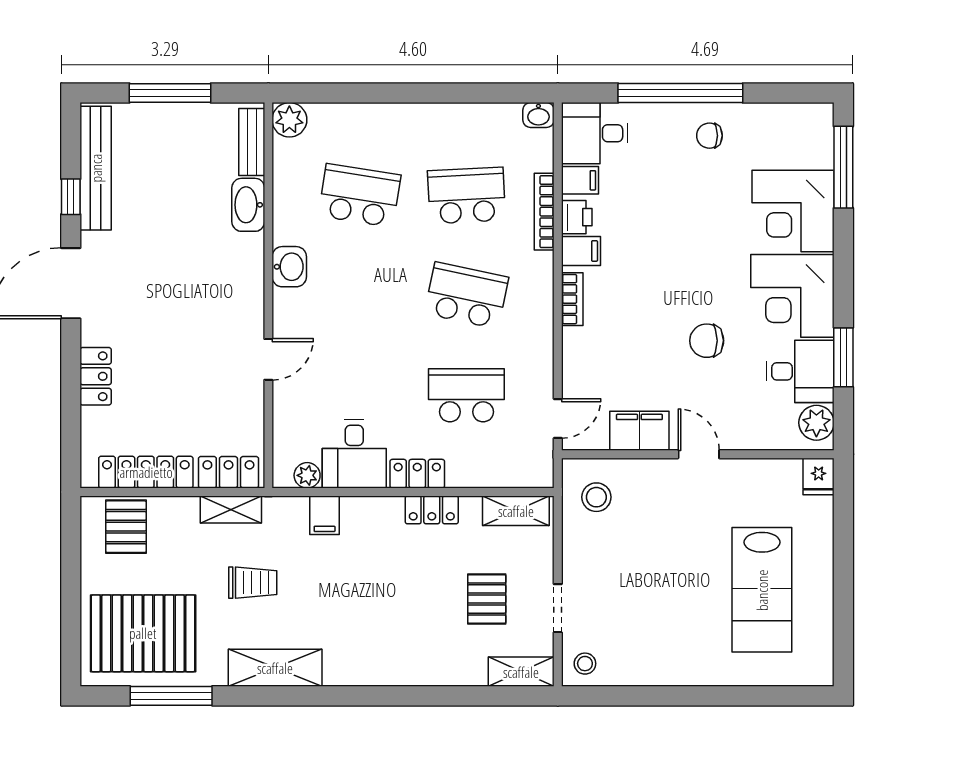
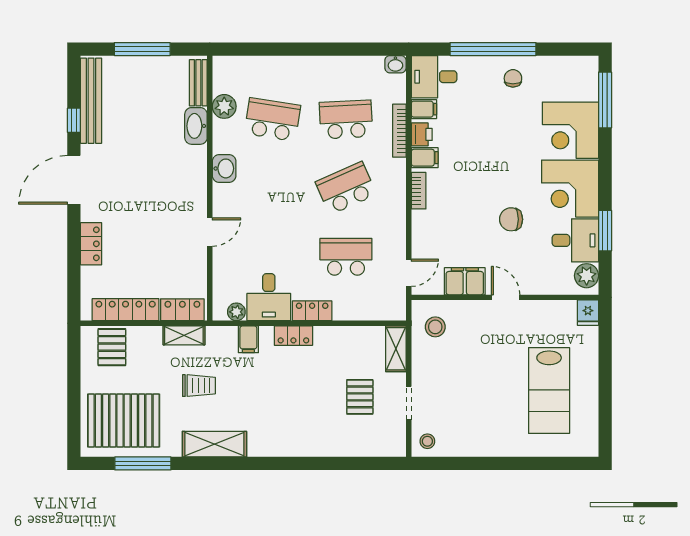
plant: (289, 120) -> (224, 106), moved
chair: (709, 136) -> (513, 78), turned 90
school desk: (466, 295) -> (346, 188), turned -36
locker: (432, 510) -> (293, 336), moved
shelving: (516, 511) -> (396, 349), moved, turned 90
shelving: (521, 672) -> (384, 447), removed

